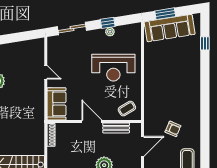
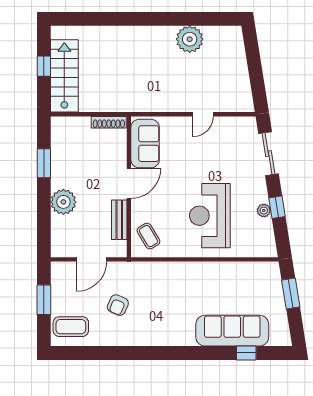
sofa: (170, 28) -> (232, 331), moved, turned 99
sofa: (57, 104) -> (145, 144), moved, turned -90
door: (142, 146) -> (92, 259), hinge flipped

